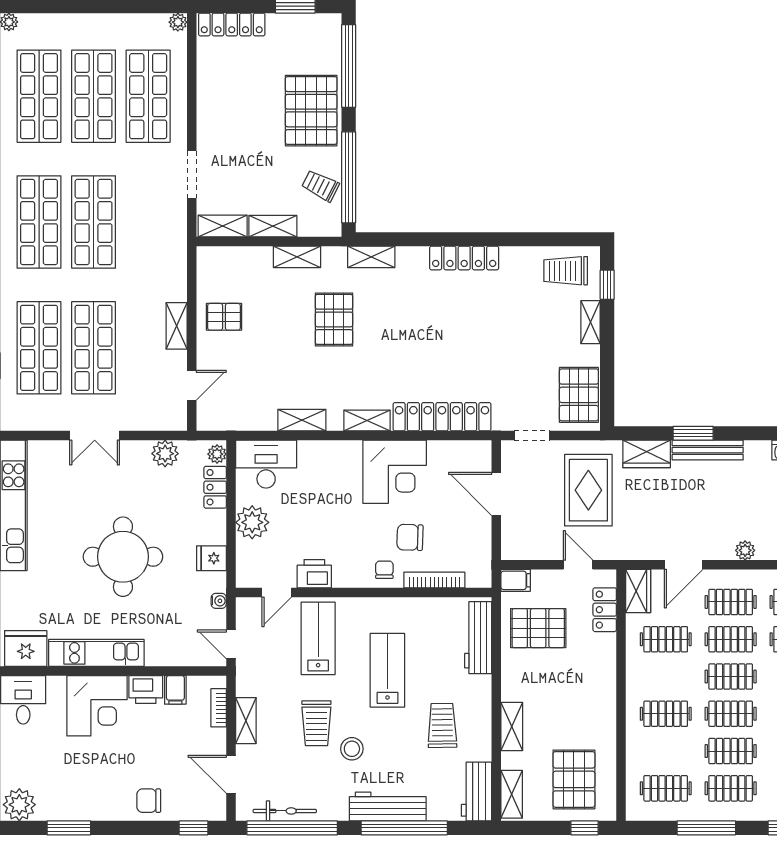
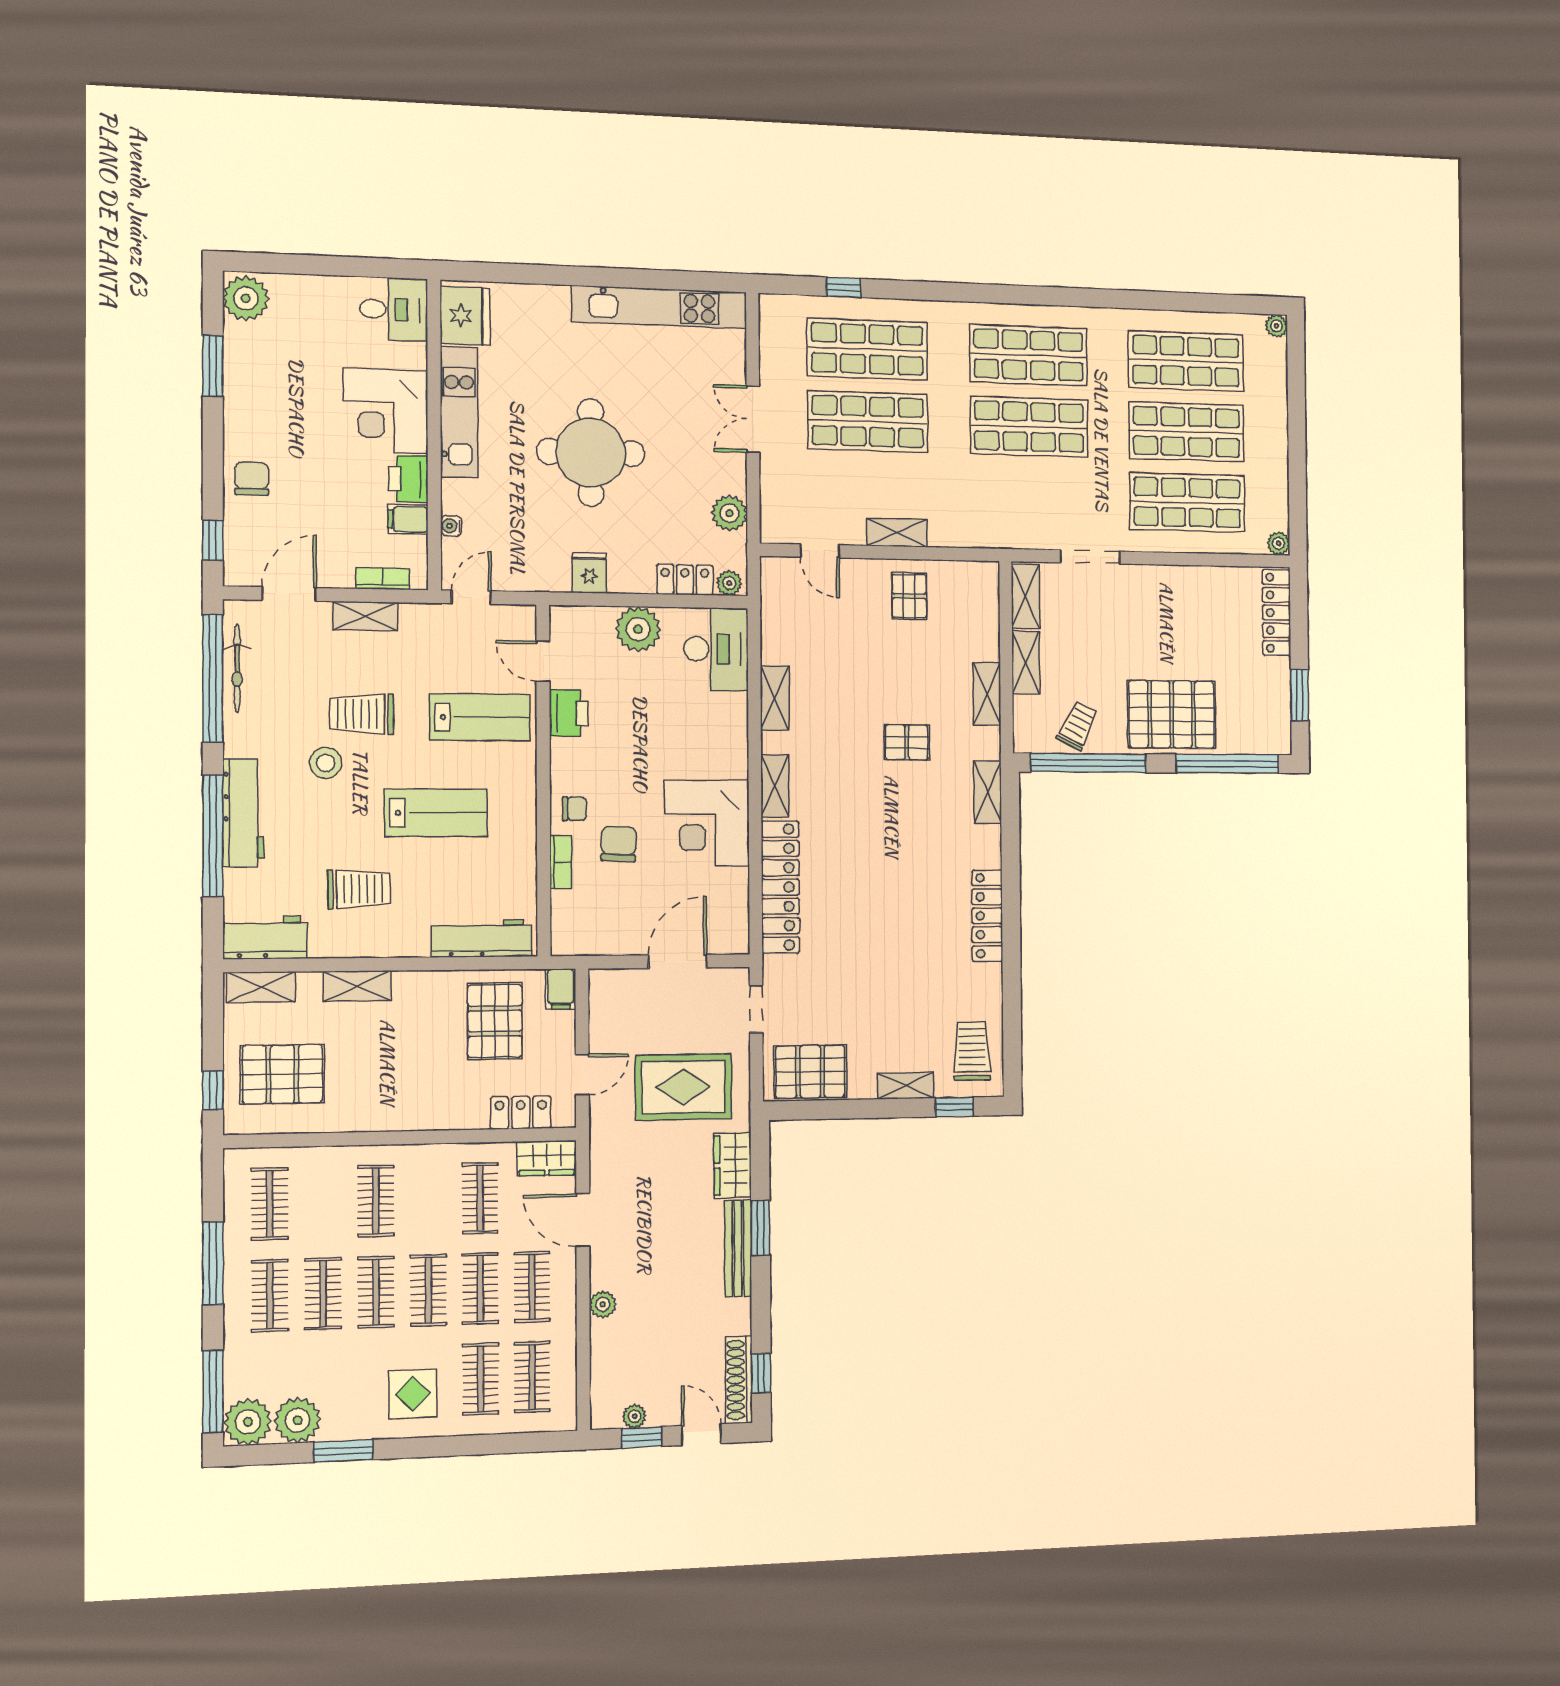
pallet: (334, 319) -> (907, 742), width x0.67, depth x0.71
bookcase: (434, 580) -> (561, 862), width x0.64
water cooler: (219, 601) -> (451, 526), moved, turned 90

